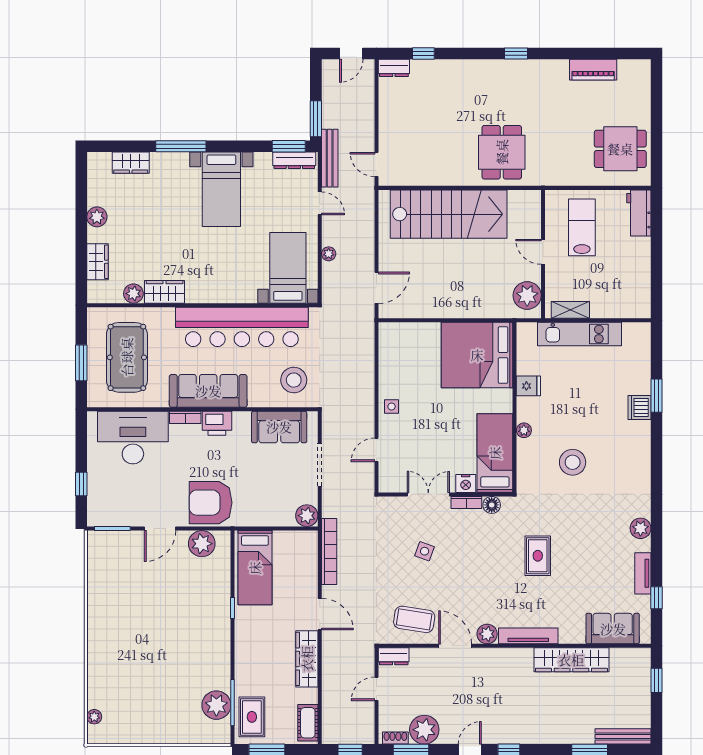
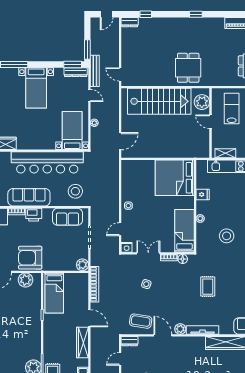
plant: (527, 295) -> (202, 102), moved
nightstand: (466, 483) -> (127, 247), moved

